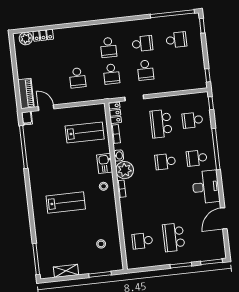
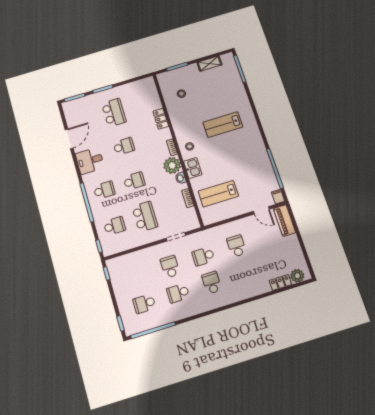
school desk: (111, 74) -> (203, 256), turned -90
locker: (115, 113) -> (161, 119), moved
desk: (206, 187) -> (90, 161), width x0.73
school desk: (142, 241) -> (124, 146), moved

